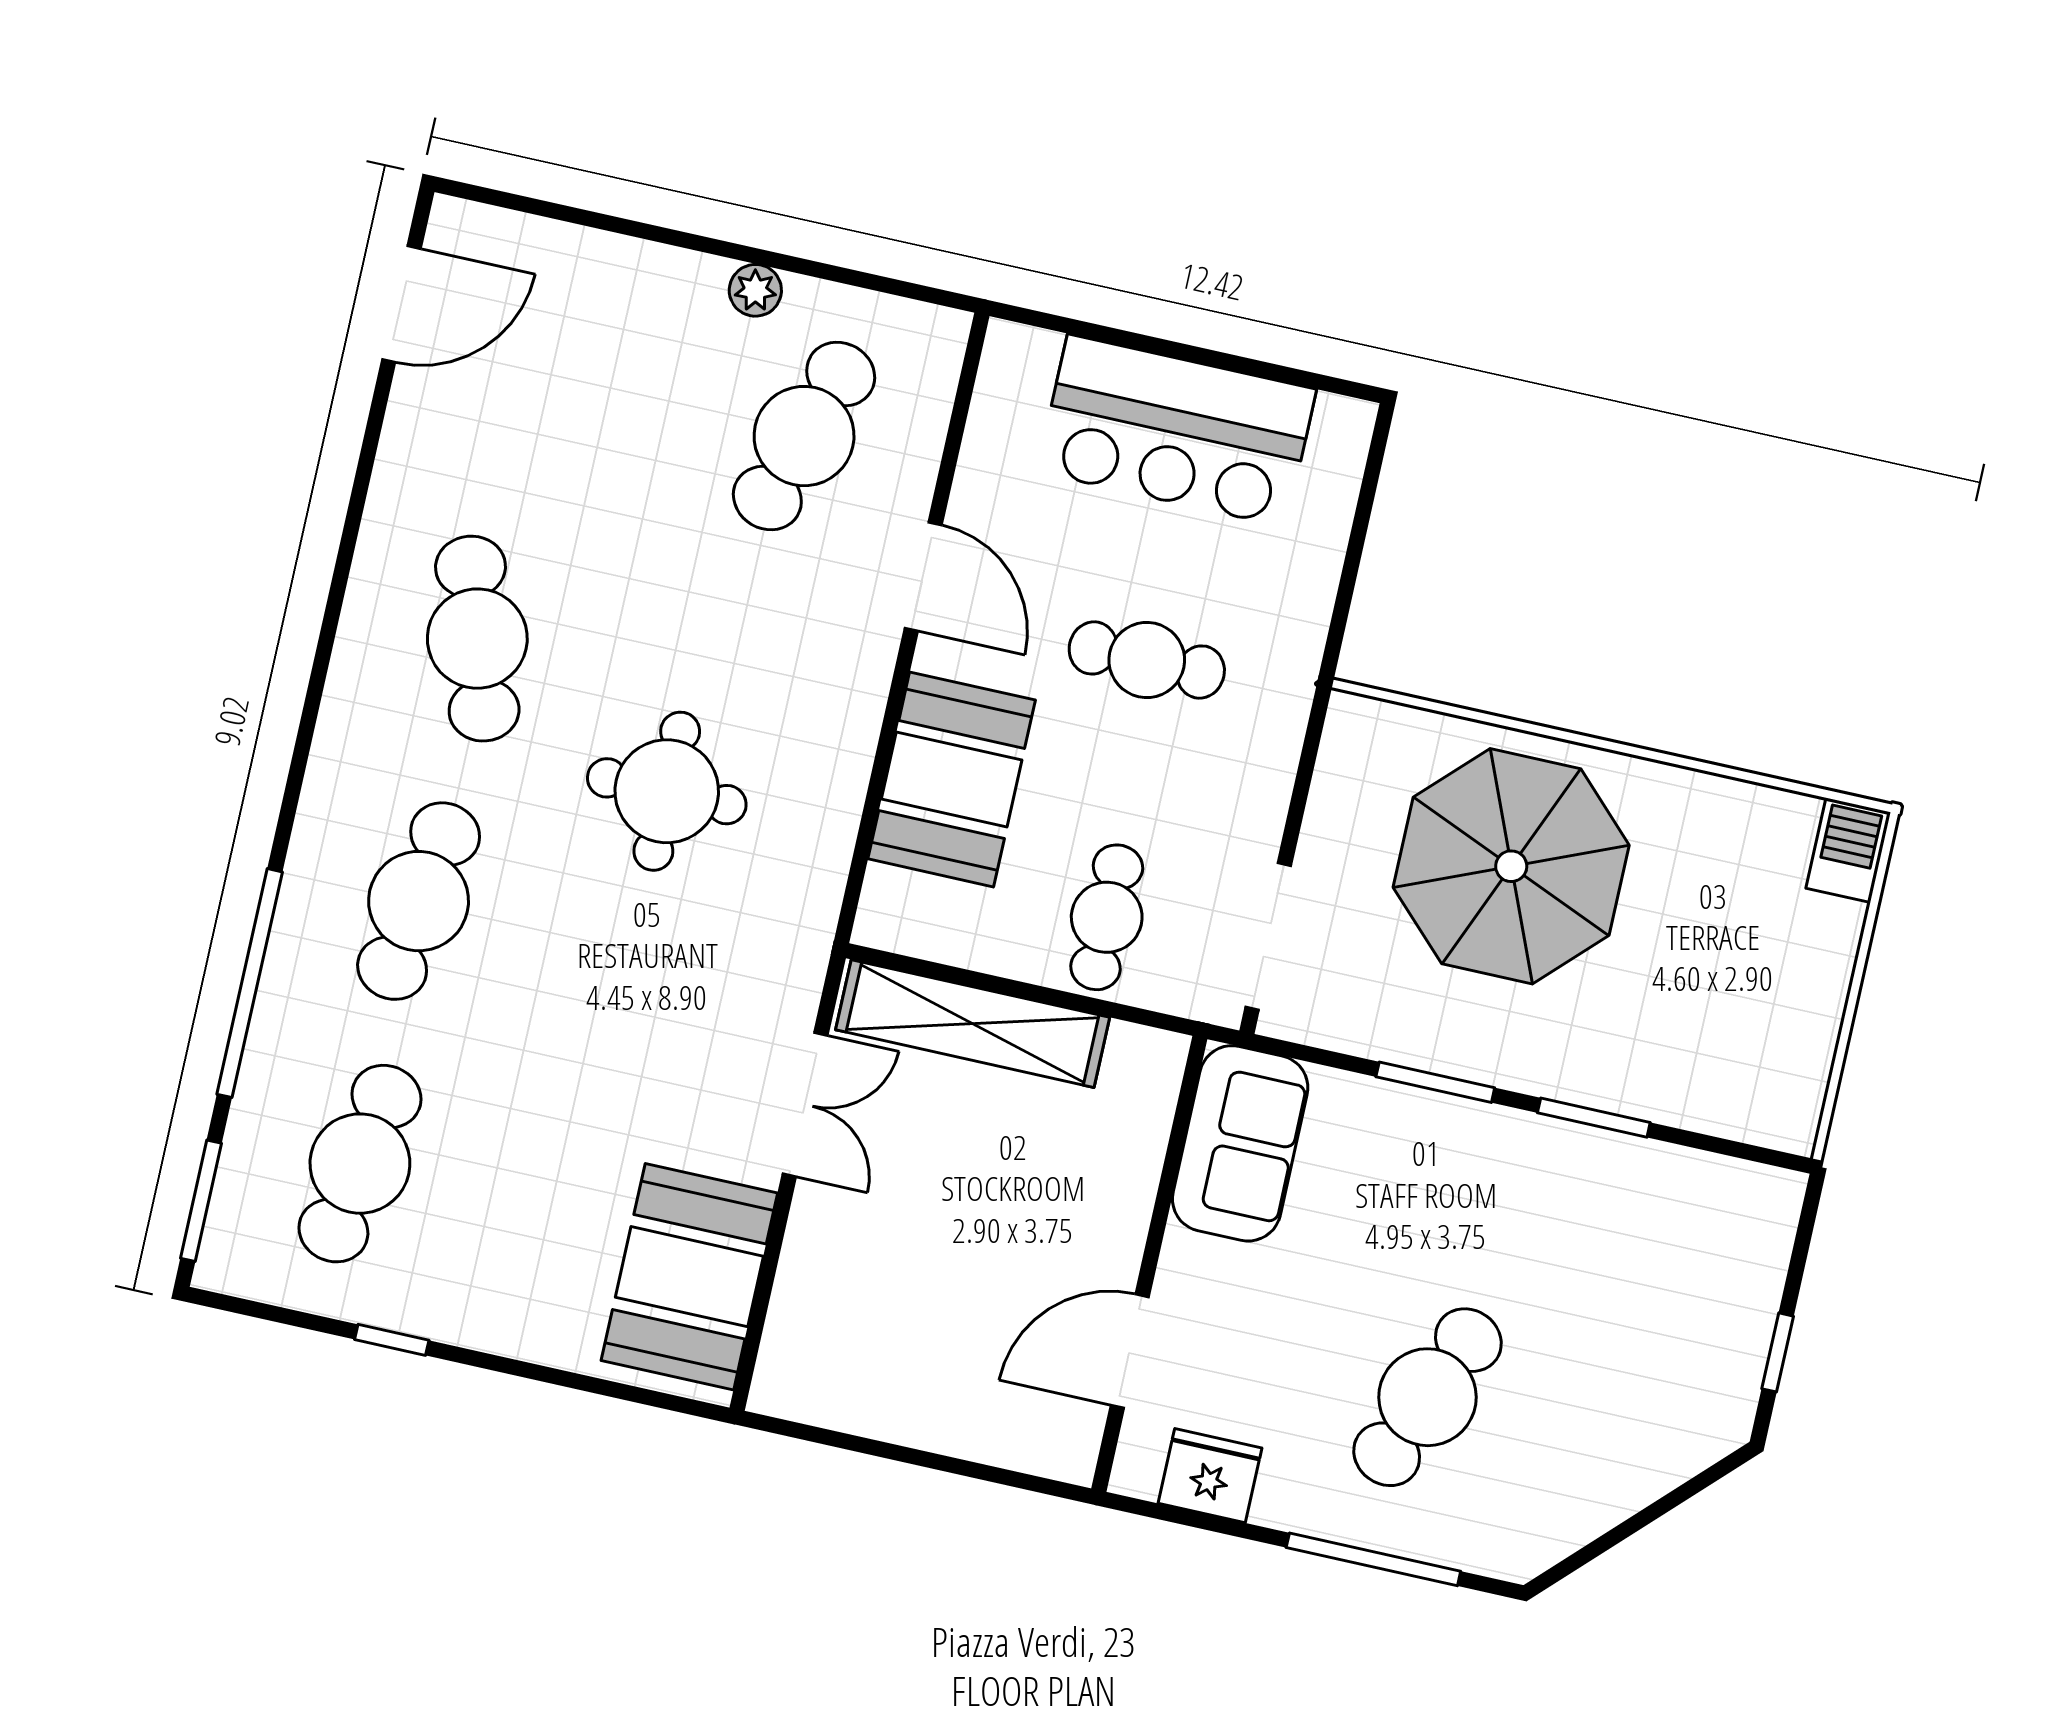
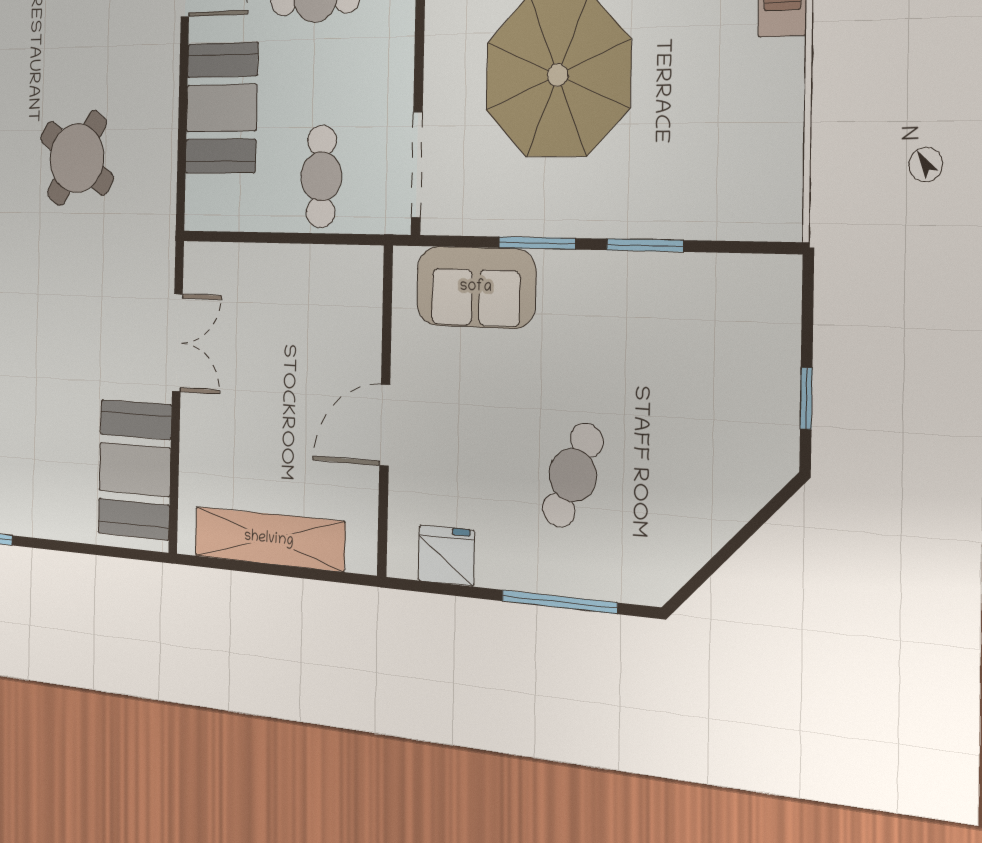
round table: (667, 791) -> (77, 158), turned 34
shelving: (973, 1024) -> (269, 539), moved
sofa: (1240, 1143) -> (476, 287), moved, turned 90
door: (1130, 1351) -> (385, 425), moved
cafe table: (1428, 1397) -> (573, 475), width x0.73, depth x0.74

